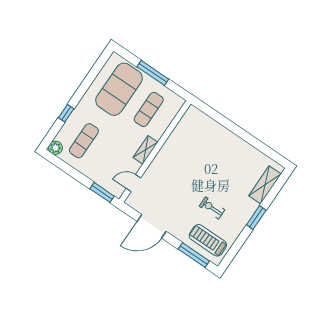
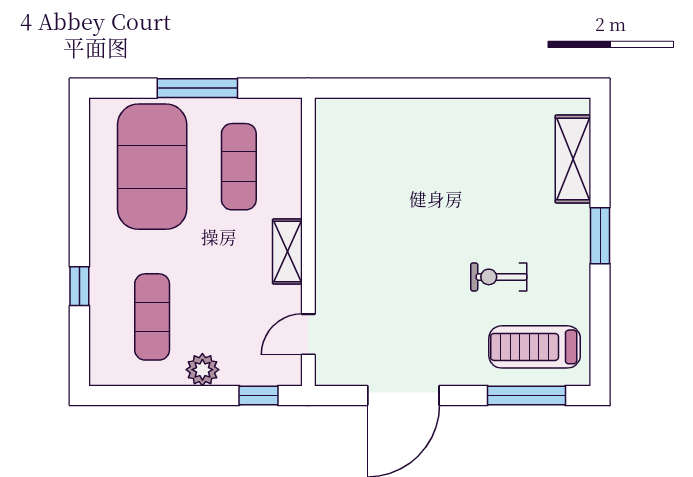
plant: (56, 148) -> (202, 370), moved
window: (102, 192) -> (259, 395), width x0.67

